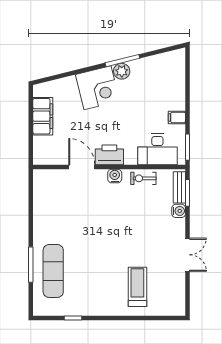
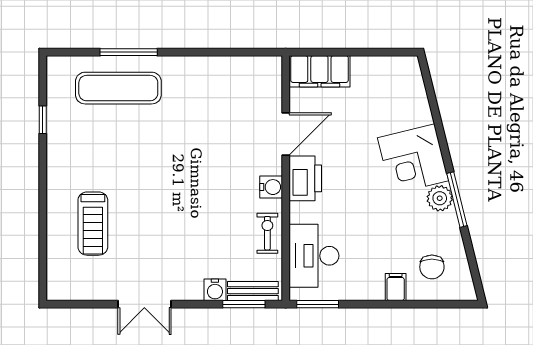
chair: (164, 76) -> (432, 267), added
filing cabinet: (43, 116) -> (319, 71), moved
filing cabinet: (177, 117) -> (396, 287), moved
treadmill: (137, 287) -> (93, 224), turned 90

